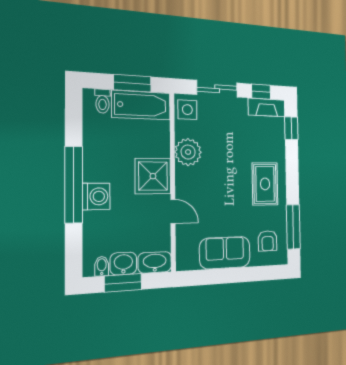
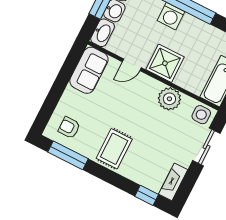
window: (261, 92) -> (188, 183), removed
rug: (265, 184) -> (114, 149), turned 90
sofa: (225, 253) -> (89, 70), moved

